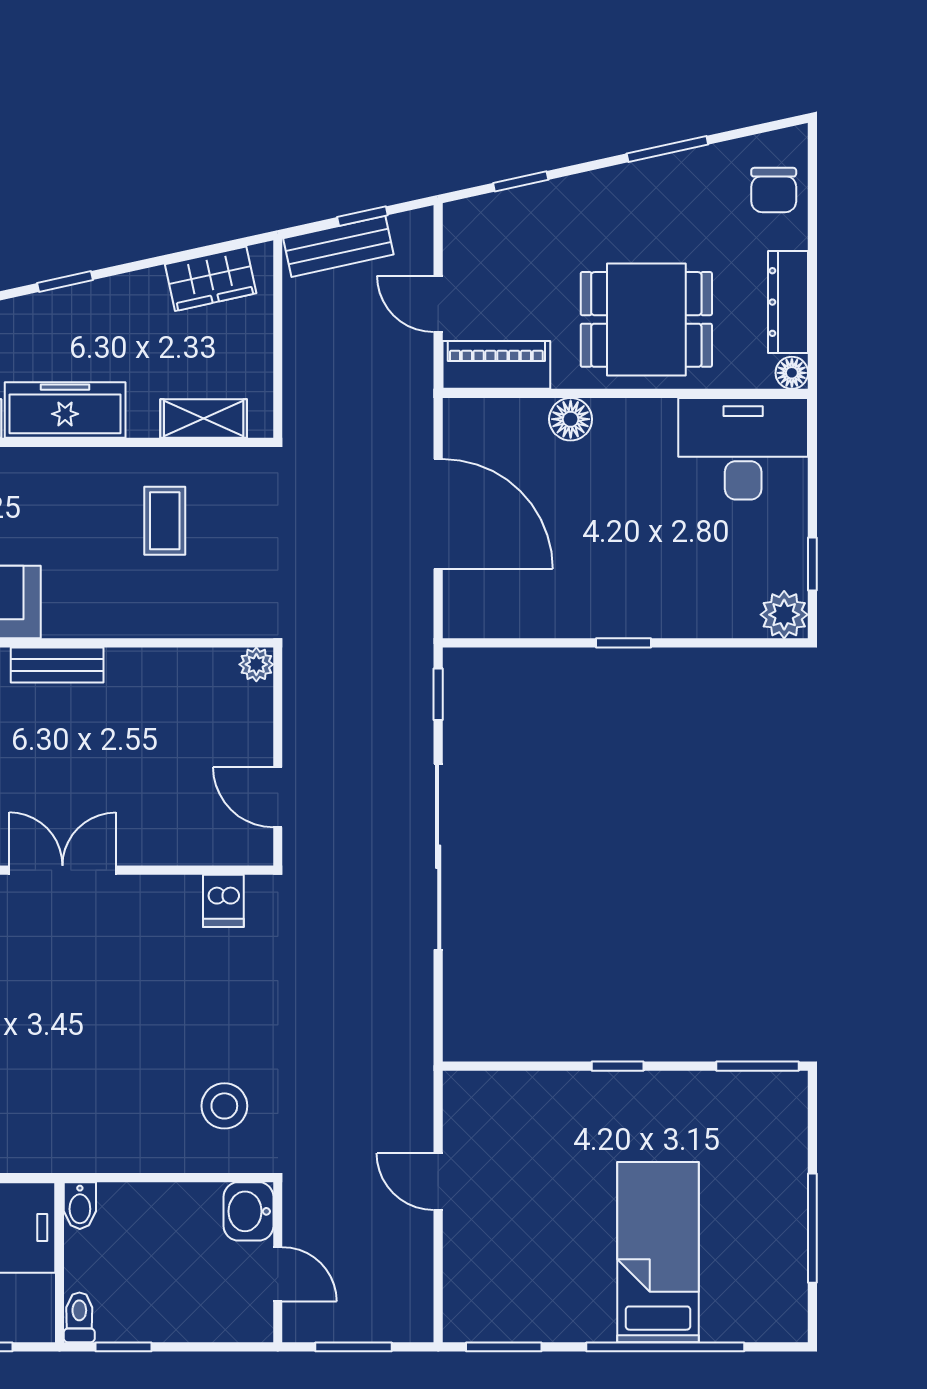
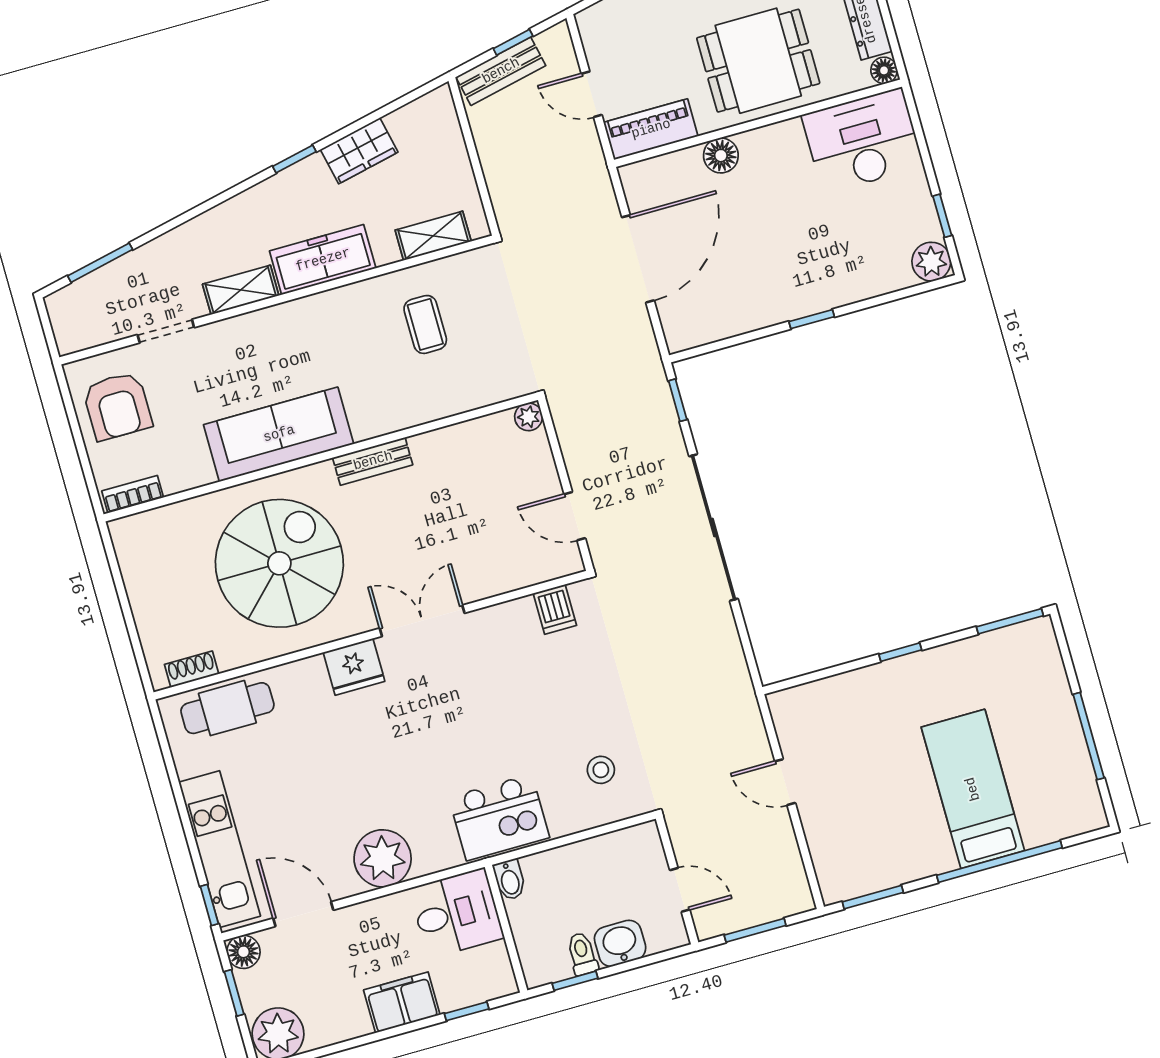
wardrobe: (211, 279) -> (359, 151), moved
door: (438, 514) -> (638, 259), hinge flipped
stool: (224, 1106) -> (601, 770), width x0.73, depth x0.73
kitchen island: (88, 1128) -> (499, 817), added
washbasin: (248, 1211) -> (620, 943), moved, turned 90
toilet: (79, 1317) -> (582, 954), moved

